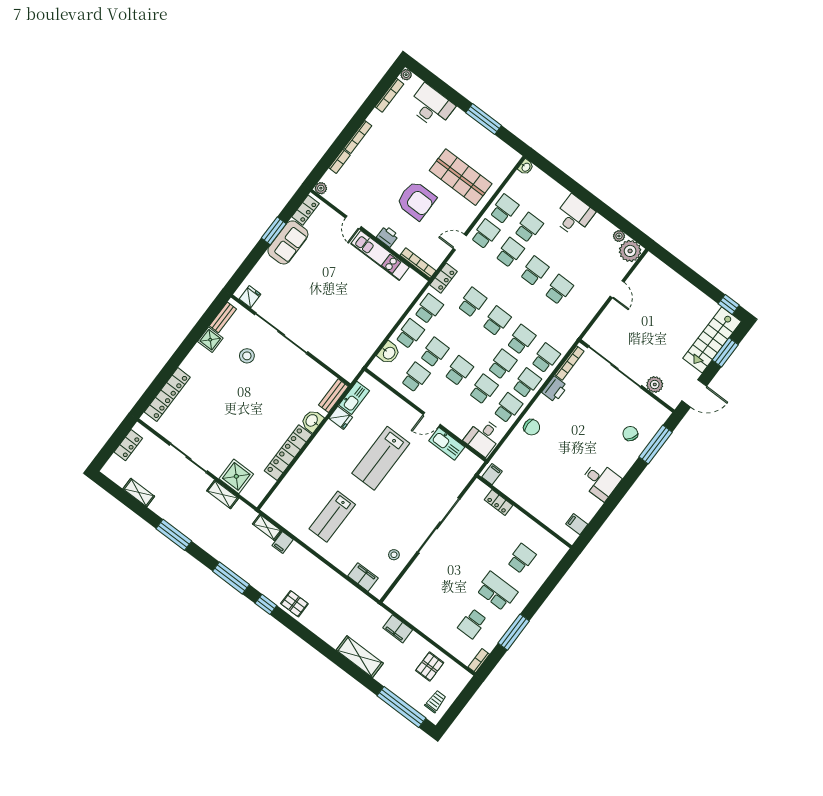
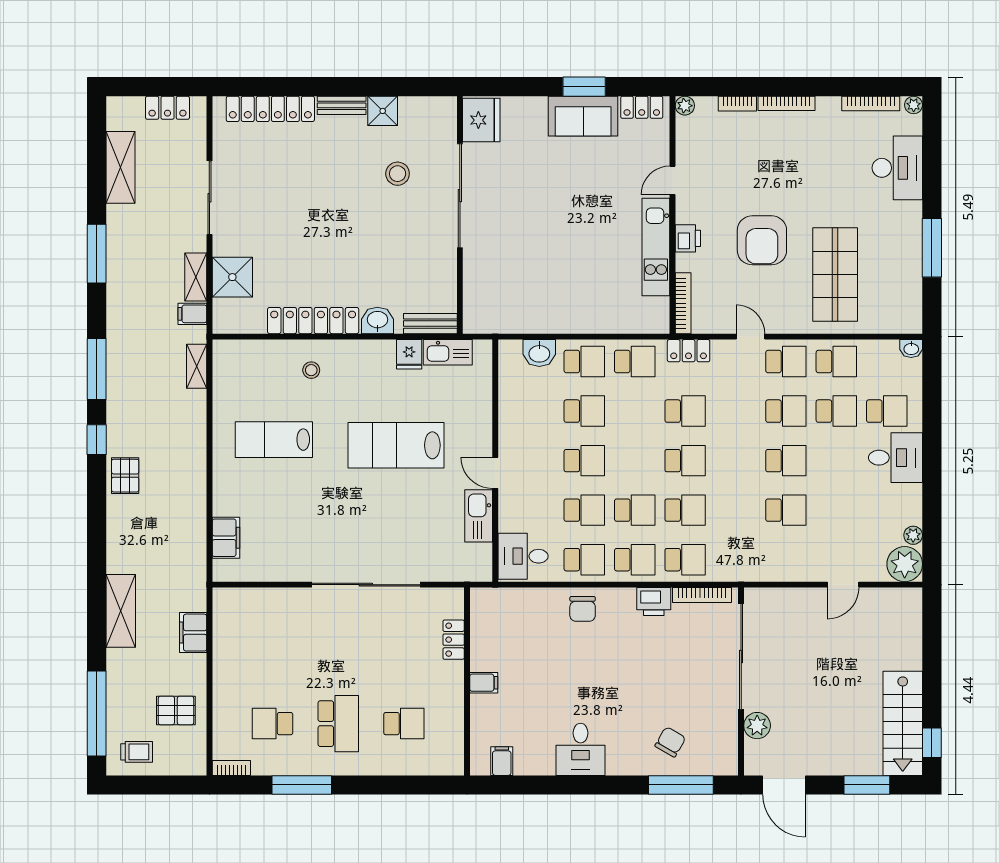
fridge: (250, 297) -> (481, 120), width x1.88, depth x1.34
bench: (223, 317) -> (342, 105), moved
stairs: (712, 340) -> (903, 723), moved, turned -90
school desk: (415, 377) -> (887, 411), moved
filing cabinet: (492, 474) -> (484, 683), moved
shelving: (139, 492) -> (120, 167), width x1.50, depth x1.33
filing cabinet: (283, 543) -> (192, 314), moved
stool: (394, 555) -> (311, 370), moved

